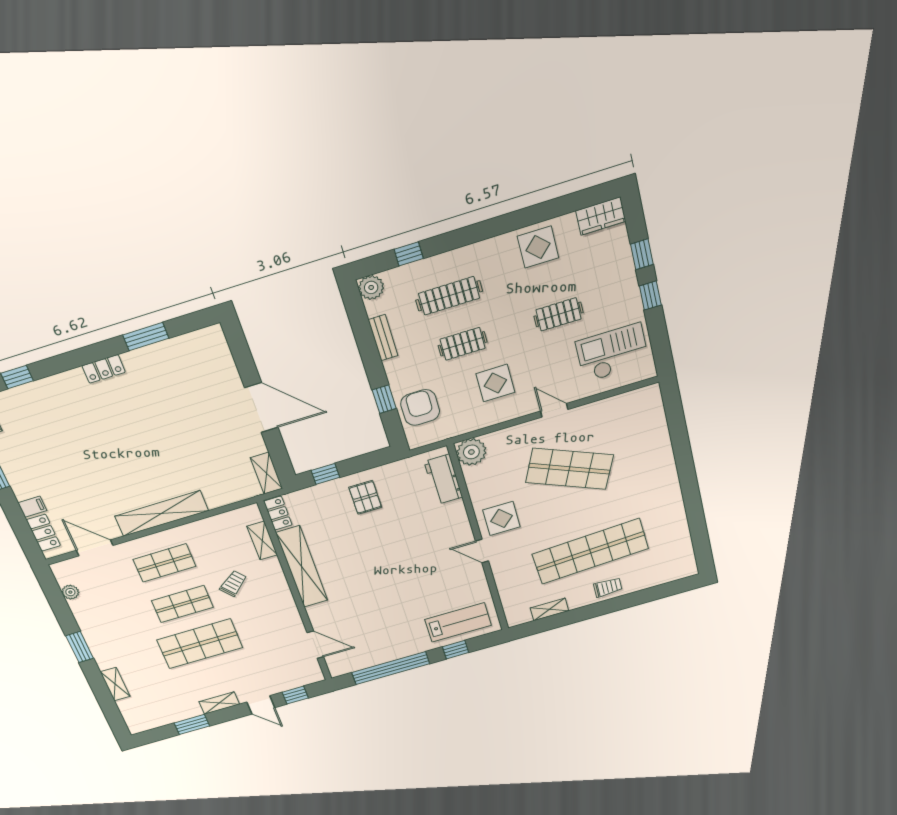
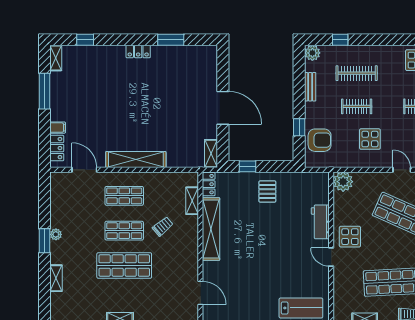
armchair: (420, 407) -> (320, 140), turned 90
workbench: (443, 479) -> (320, 222), moved
plant: (70, 592) -> (56, 234), moved

